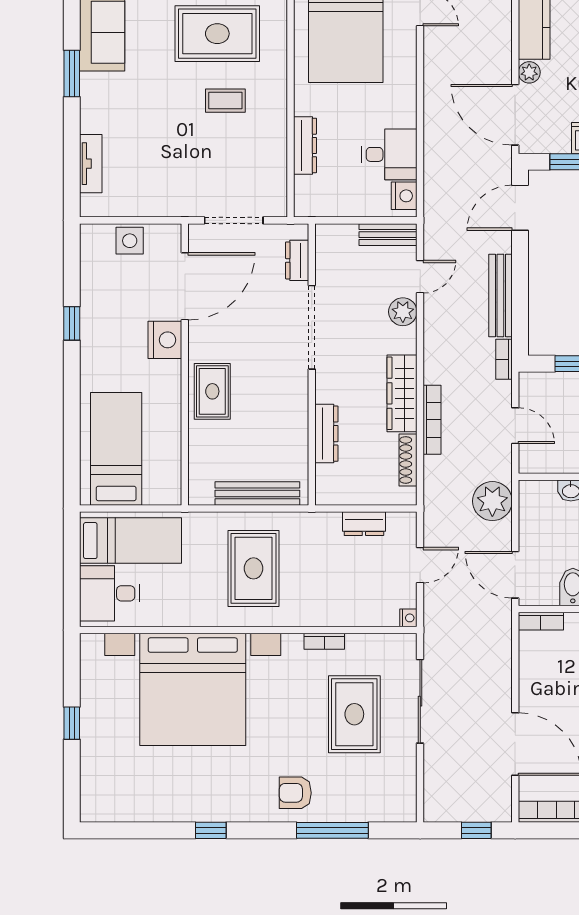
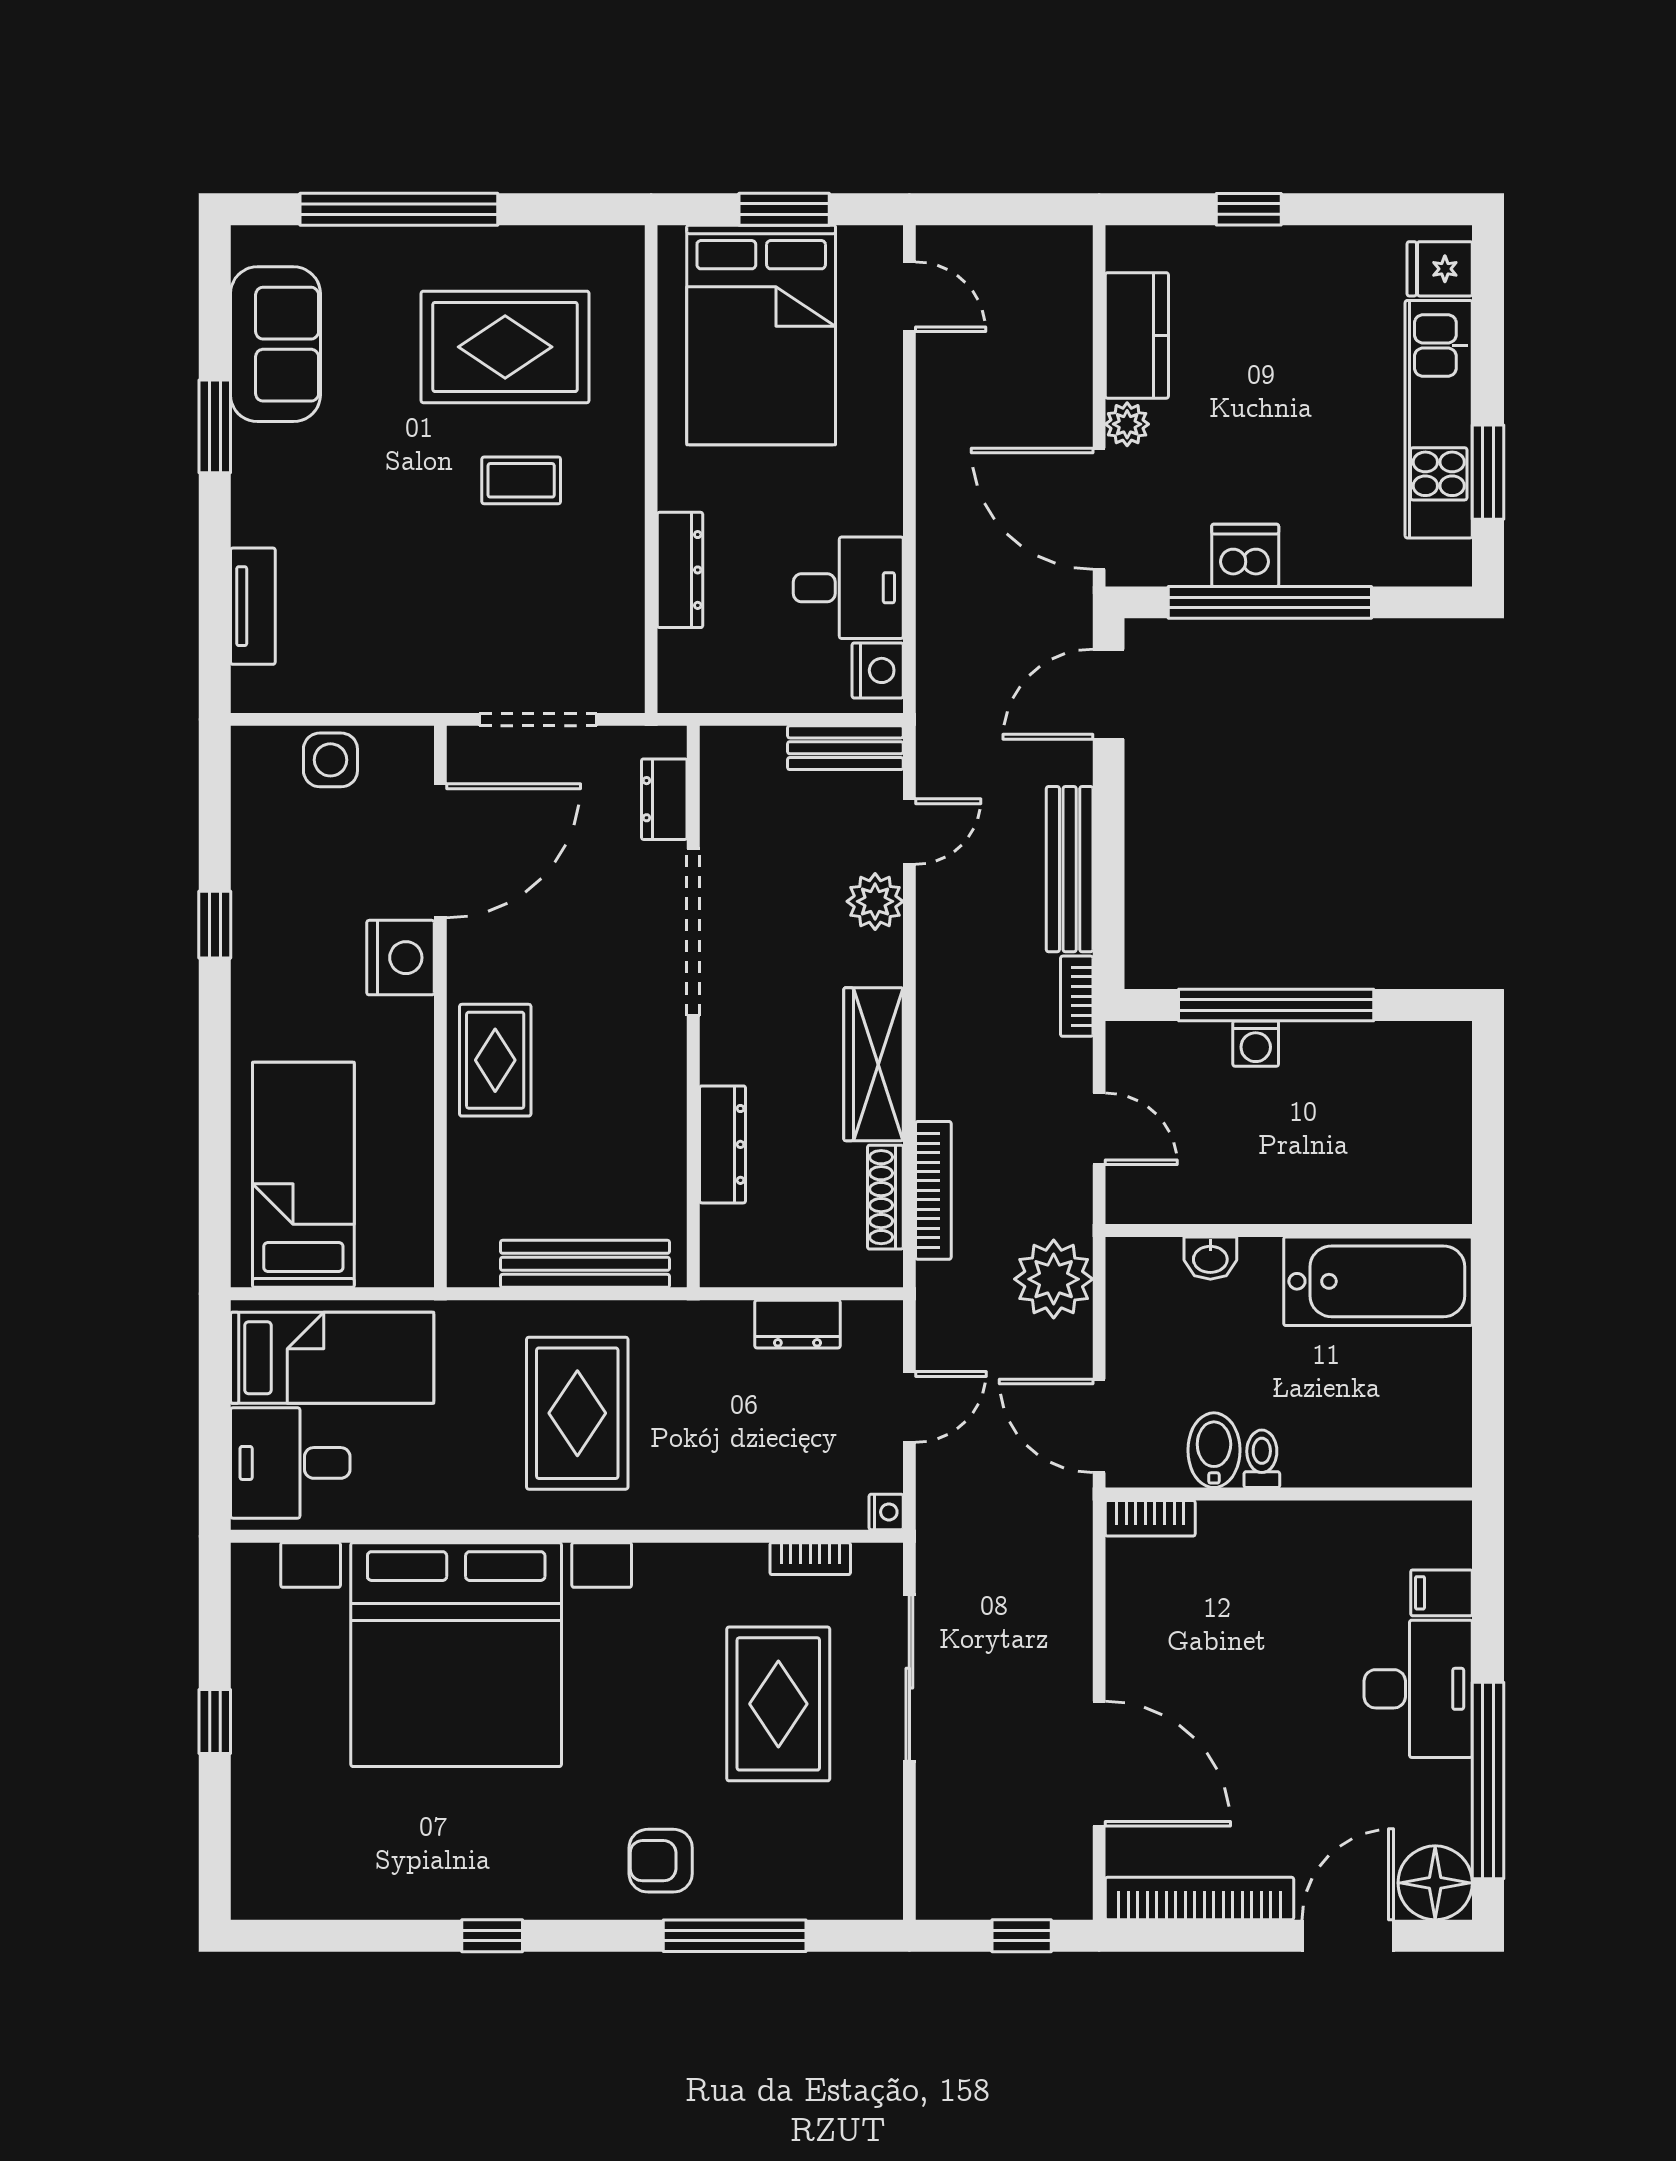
bookcase: (432, 420) -> (933, 1190), moved
bookcase: (324, 641) -> (810, 1559), moved

